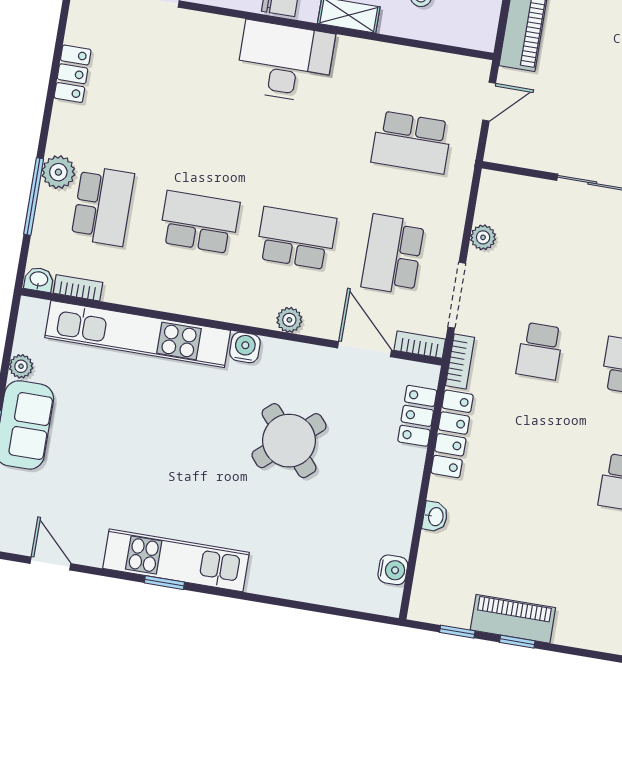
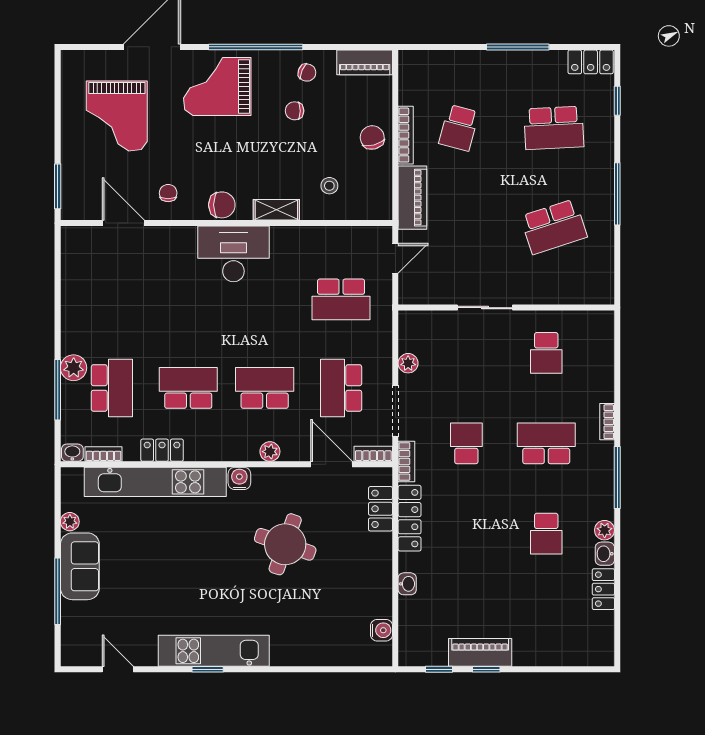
locker: (73, 74) -> (162, 450), moved, turned -90
school desk: (540, 351) -> (466, 443), turned 180
round table: (289, 441) -> (285, 544), turned -30

